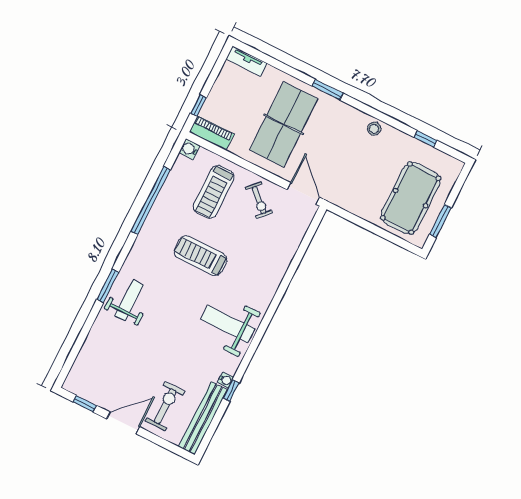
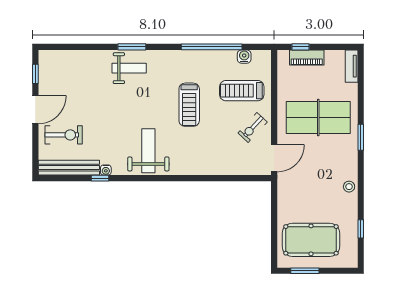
piano: (212, 133) -> (307, 58), moved, turned 90
water cooler: (189, 149) -> (244, 57), moved
treadmill: (200, 256) -> (189, 105), turned 180
door: (123, 423) -> (35, 110), hinge flipped

